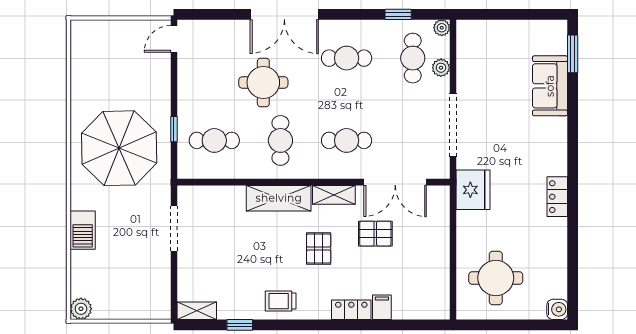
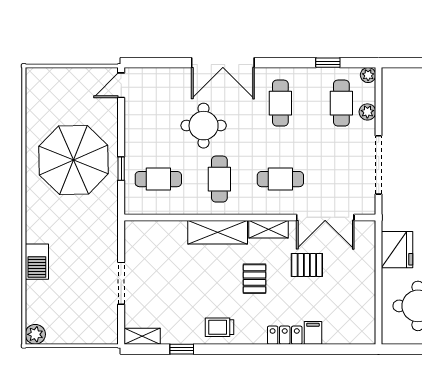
cafe table: (347, 58) -> (280, 103), turned 90
parasol: (119, 148) -> (74, 160), moved
fridge: (473, 190) -> (397, 250), moved
doorway: (174, 228) -> (121, 283), moved

